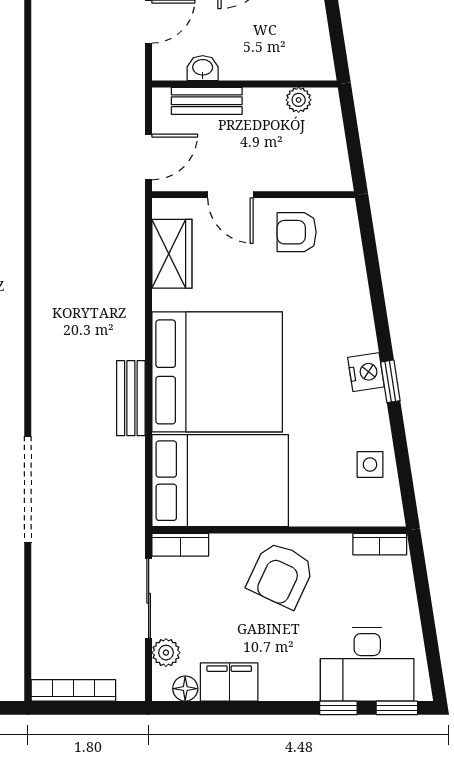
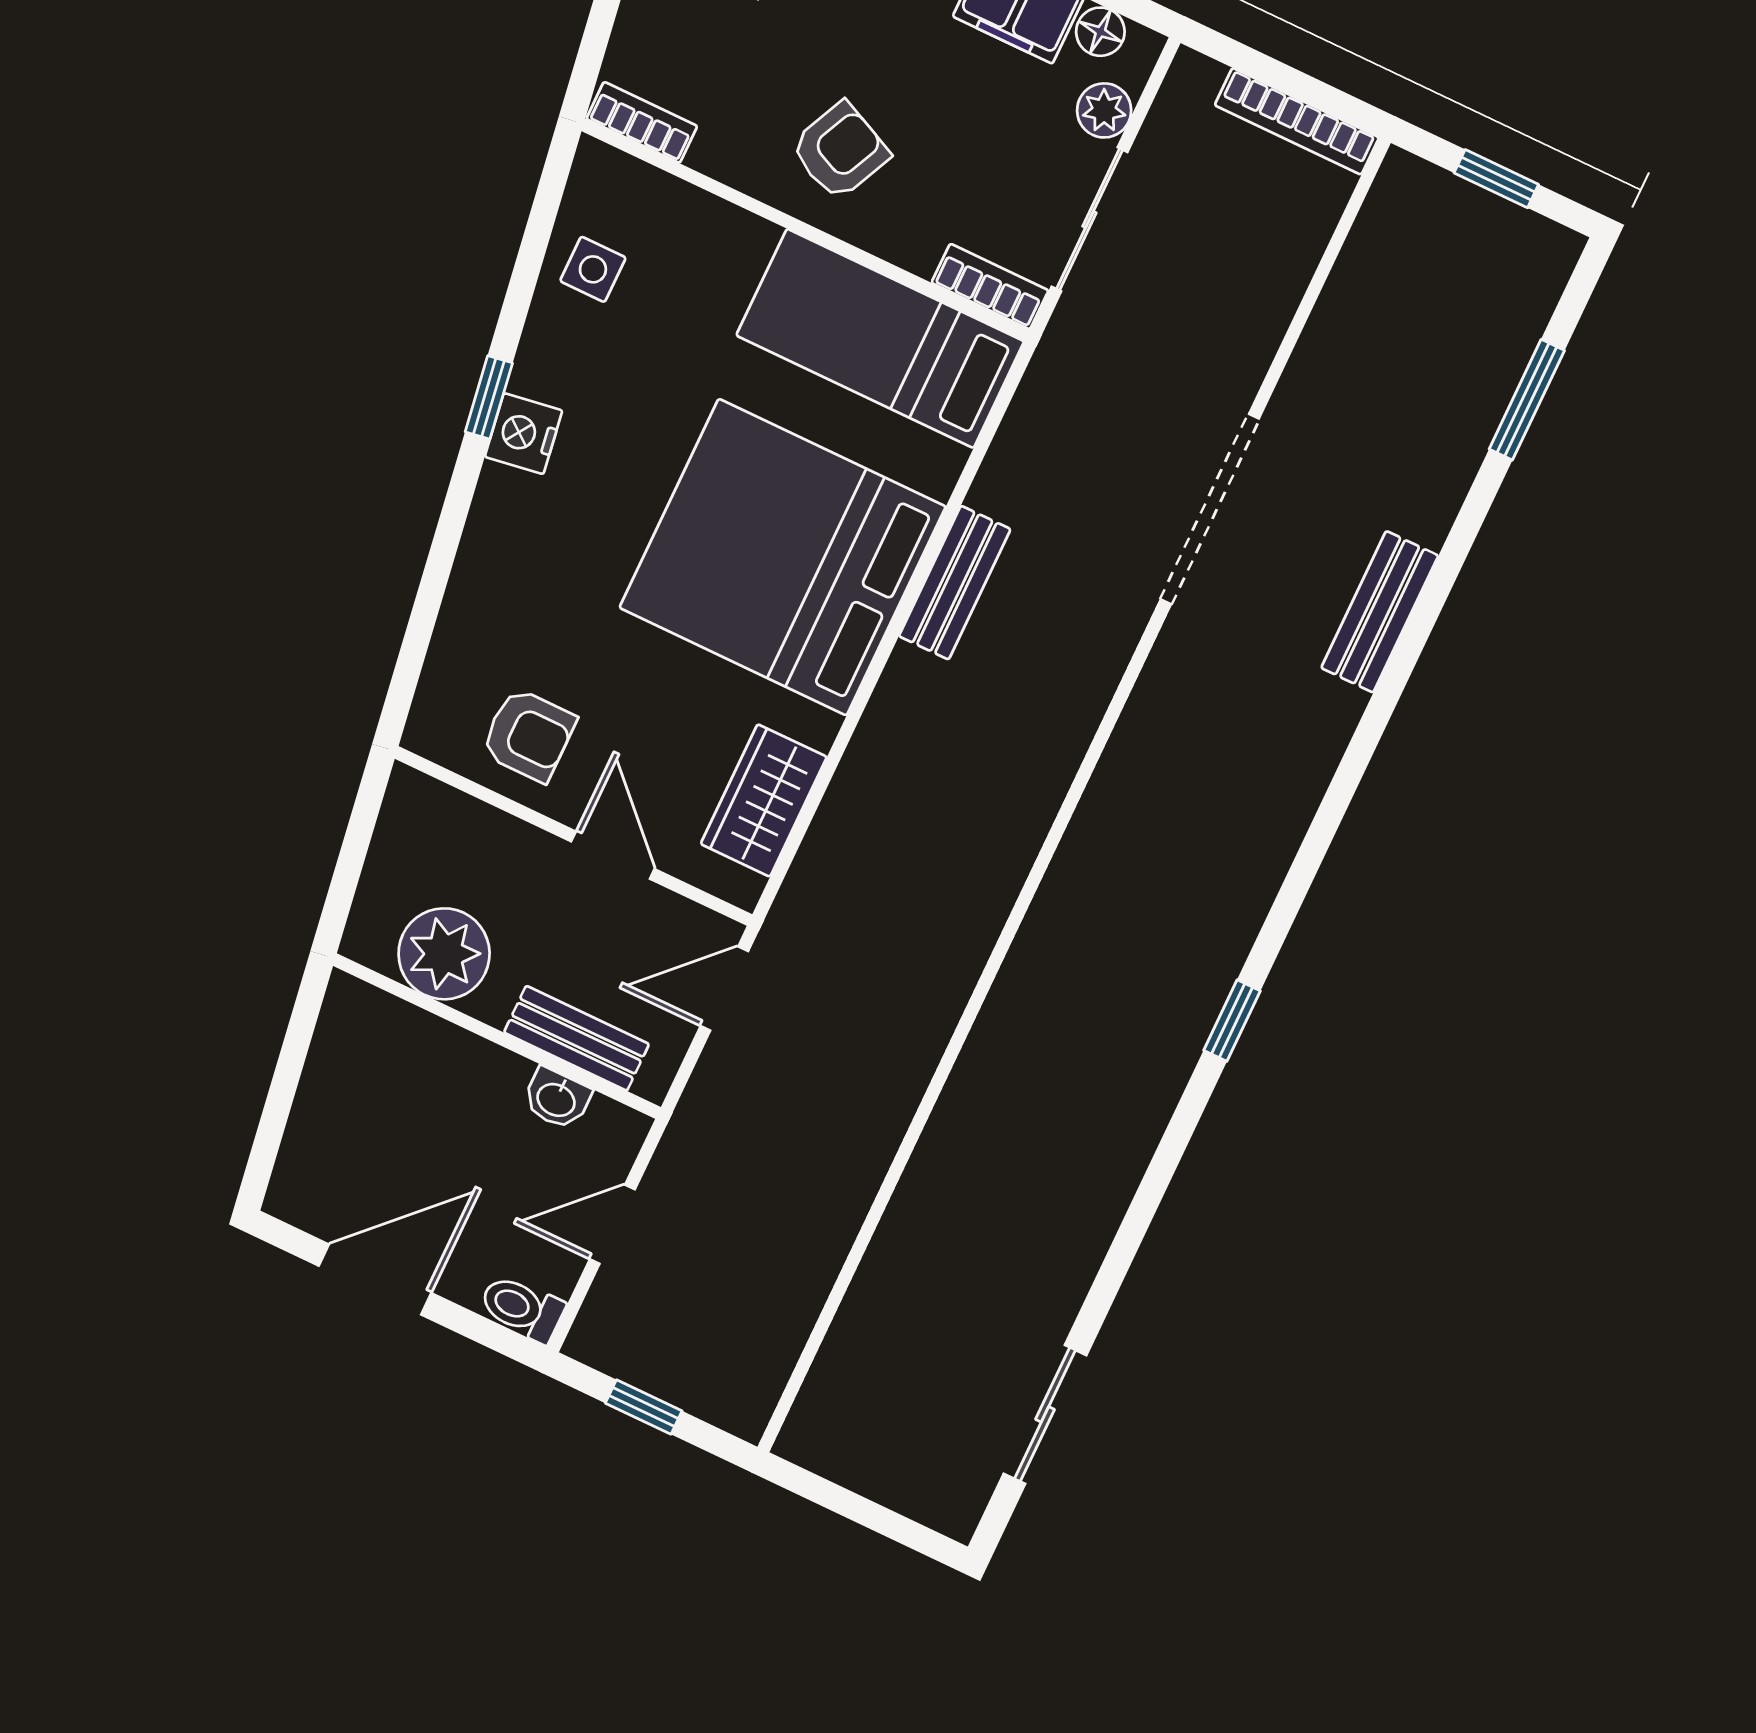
plant: (299, 100) -> (444, 954), width x1.88, depth x1.88
bed: (220, 481) -> (880, 338), width x0.67
armchair: (281, 575) -> (840, 151), width x0.72, depth x0.72

